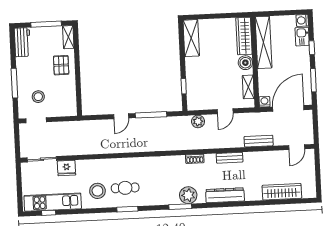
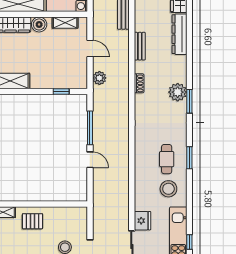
dresser: (225, 195) -> (179, 34), moved

